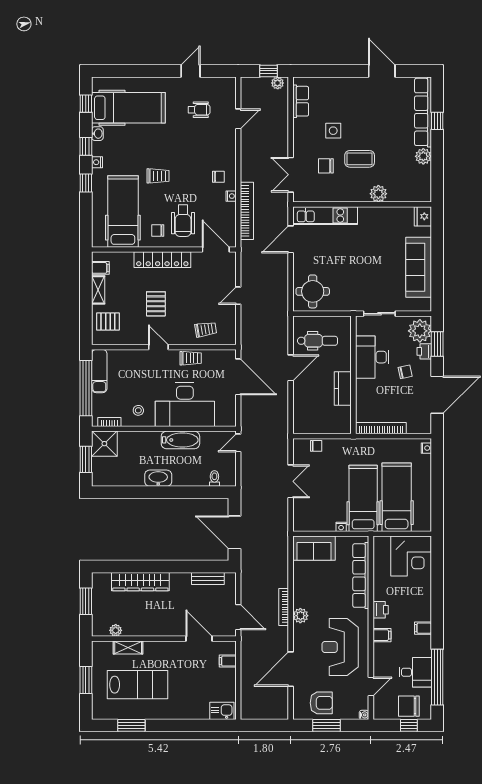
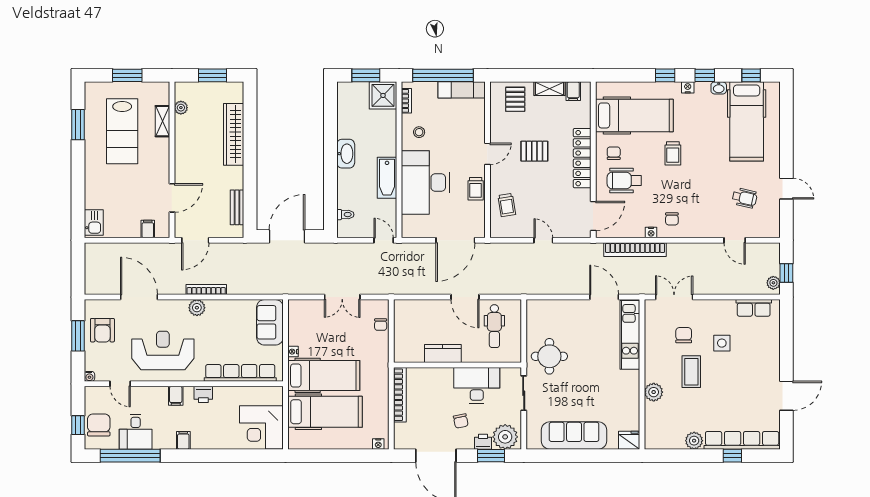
wheelchair: (199, 110) -> (745, 198), turned -77
round table: (313, 291) -> (549, 356), moved

